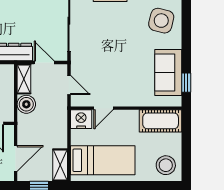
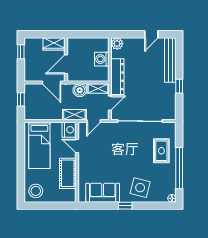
window: (186, 83) -> (125, 206), moved
cot: (161, 121) -> (68, 173), moved
door: (16, 159) -> (51, 83), moved
shelving: (60, 165) -> (74, 115), moved

